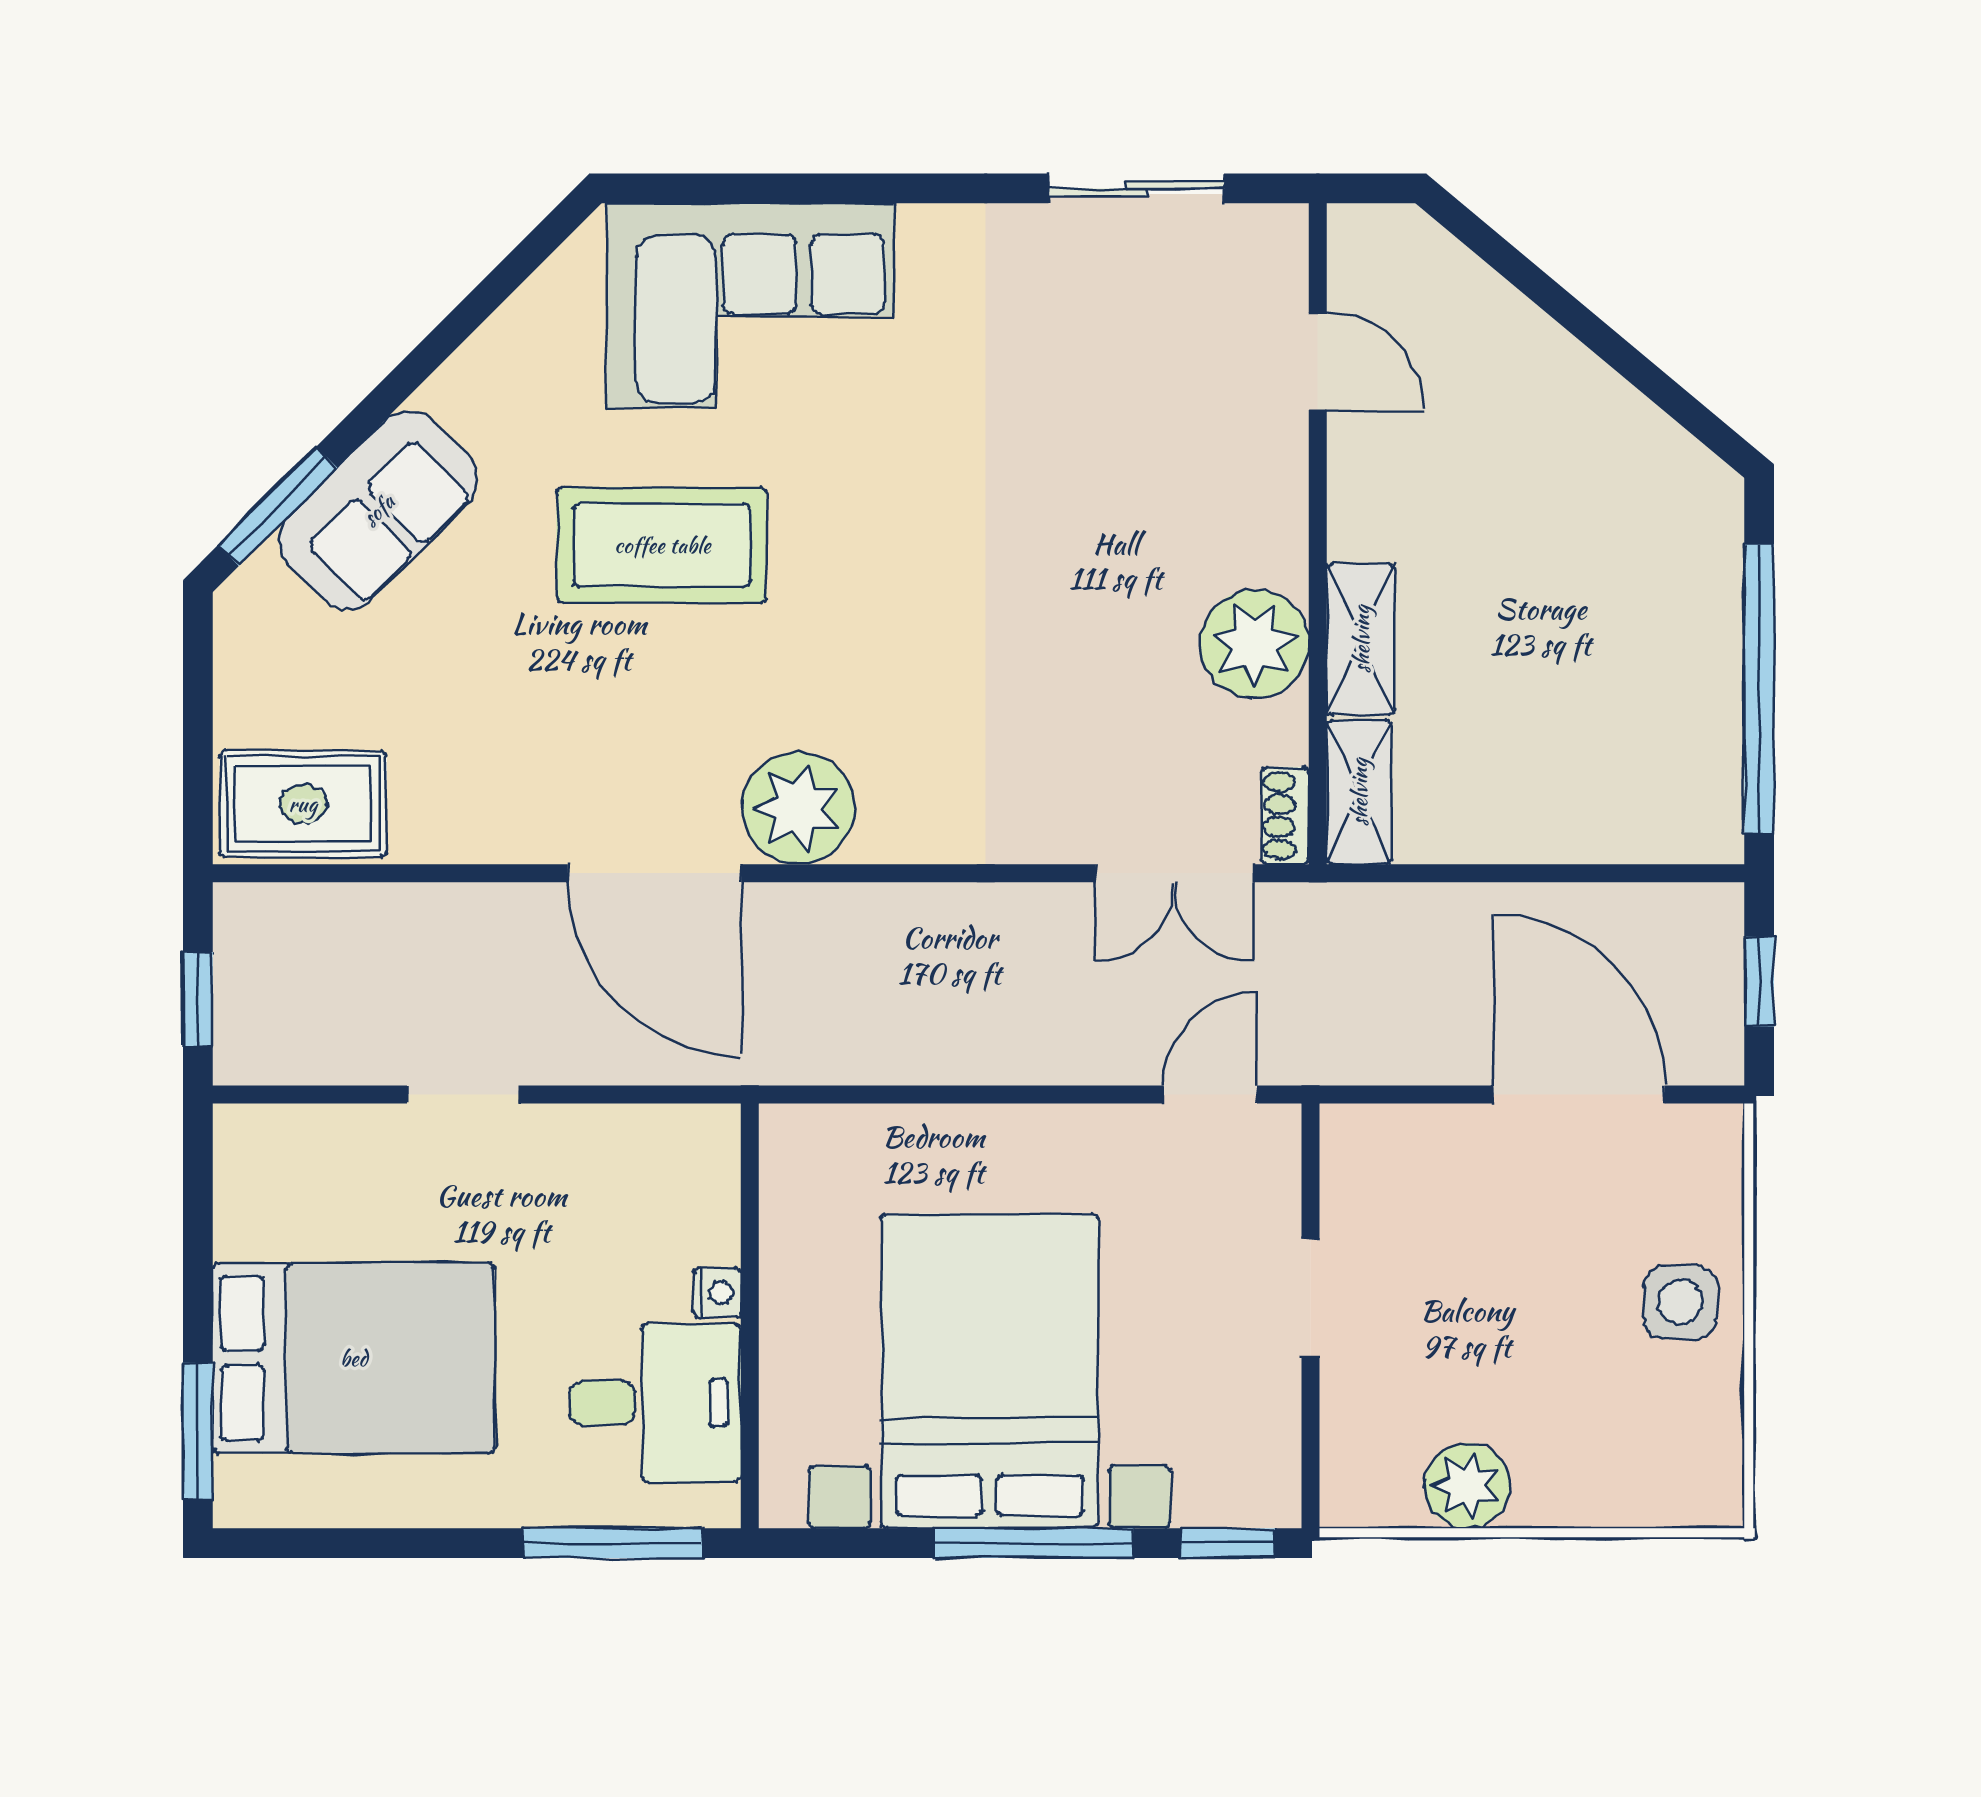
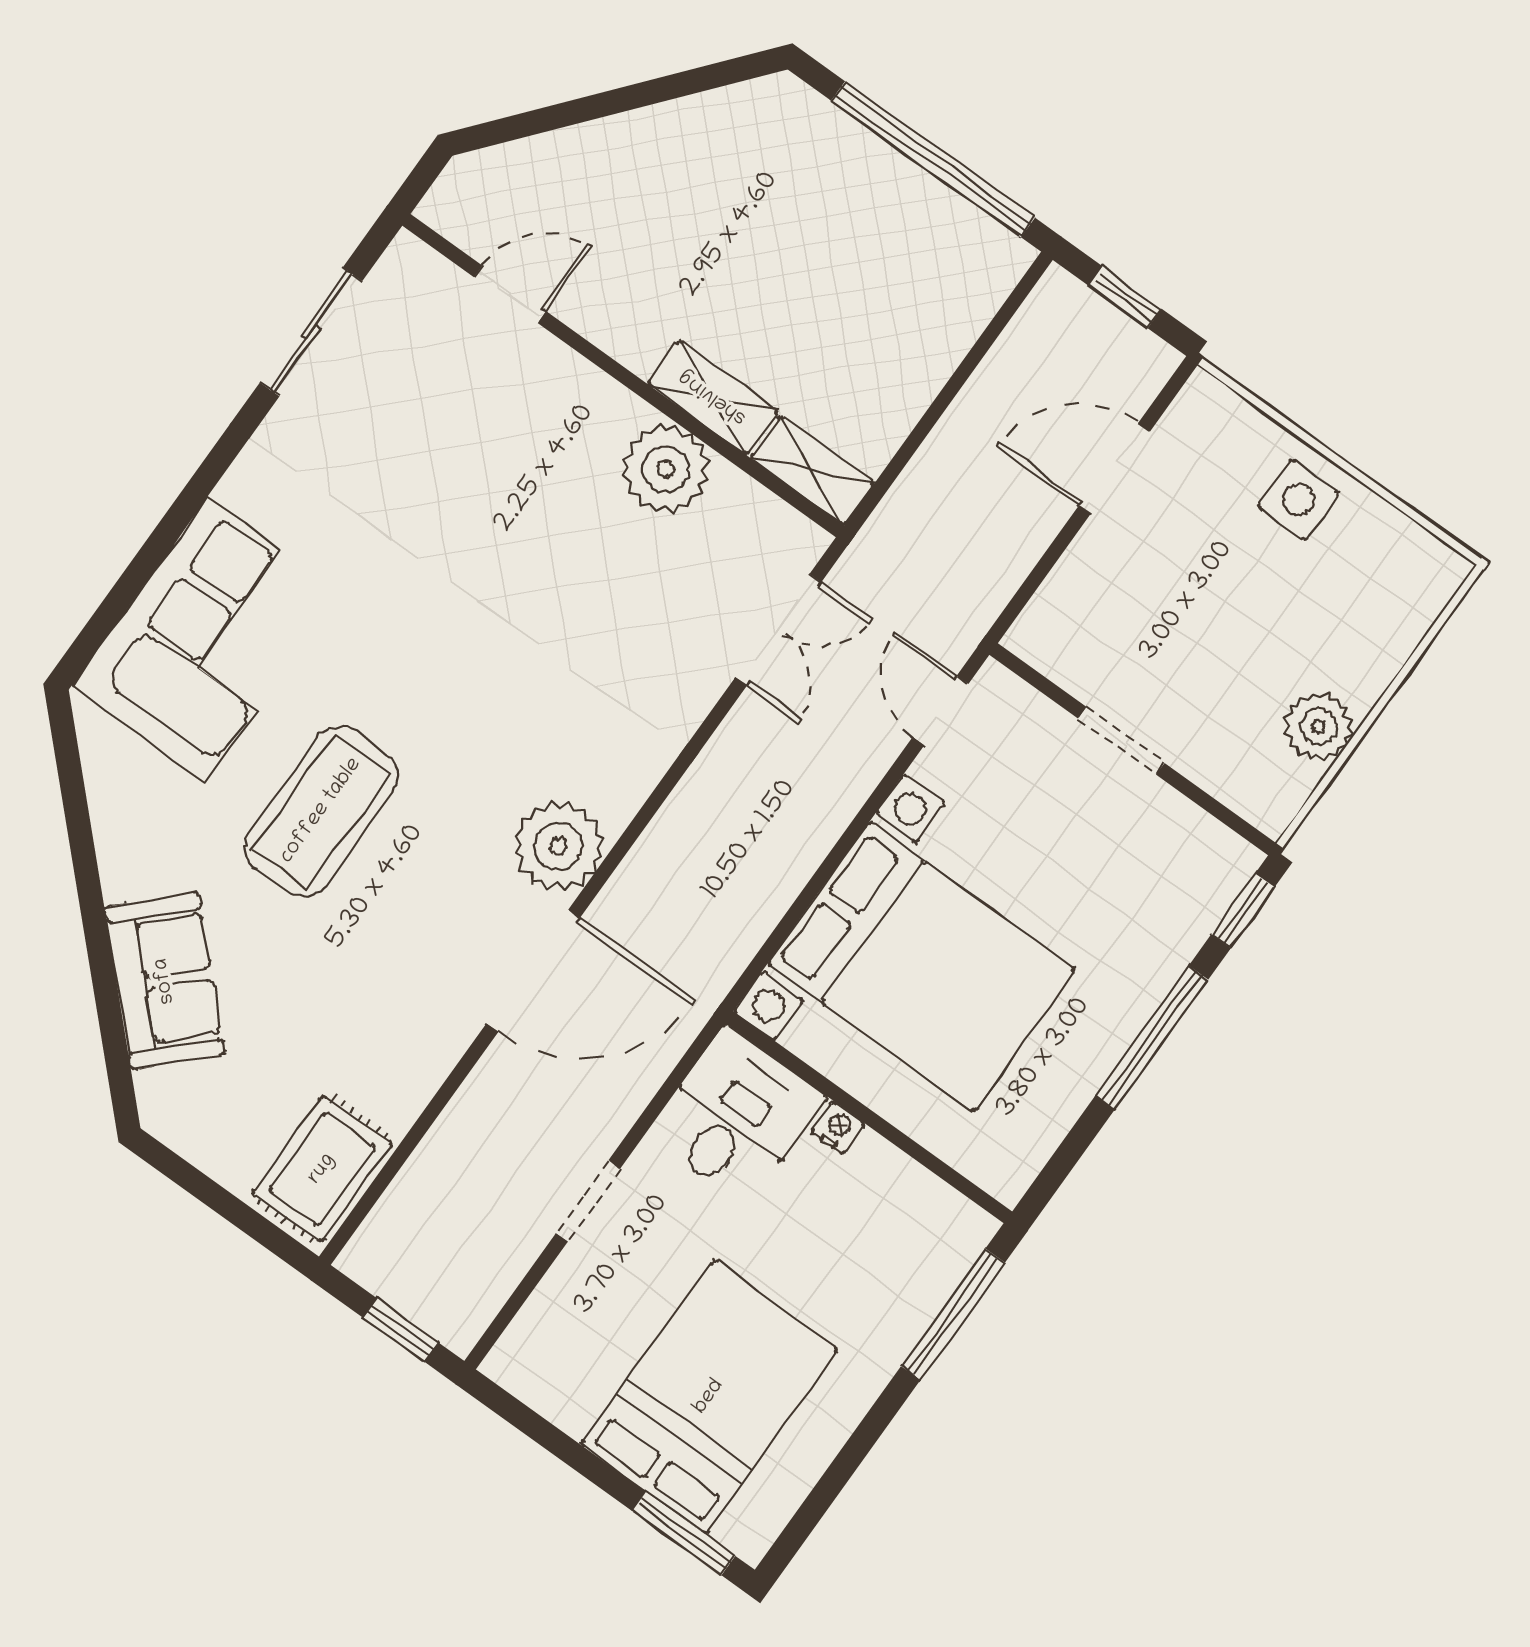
window: (278, 506) -> (115, 1045), removed
shoe rack: (1285, 816) -> (793, 530), removed
door: (1579, 1095) -> (1114, 469), width x0.73
bed with nightstands: (990, 1371) -> (922, 967), moved, turned 180
desk: (655, 1403) -> (737, 1116), moved

